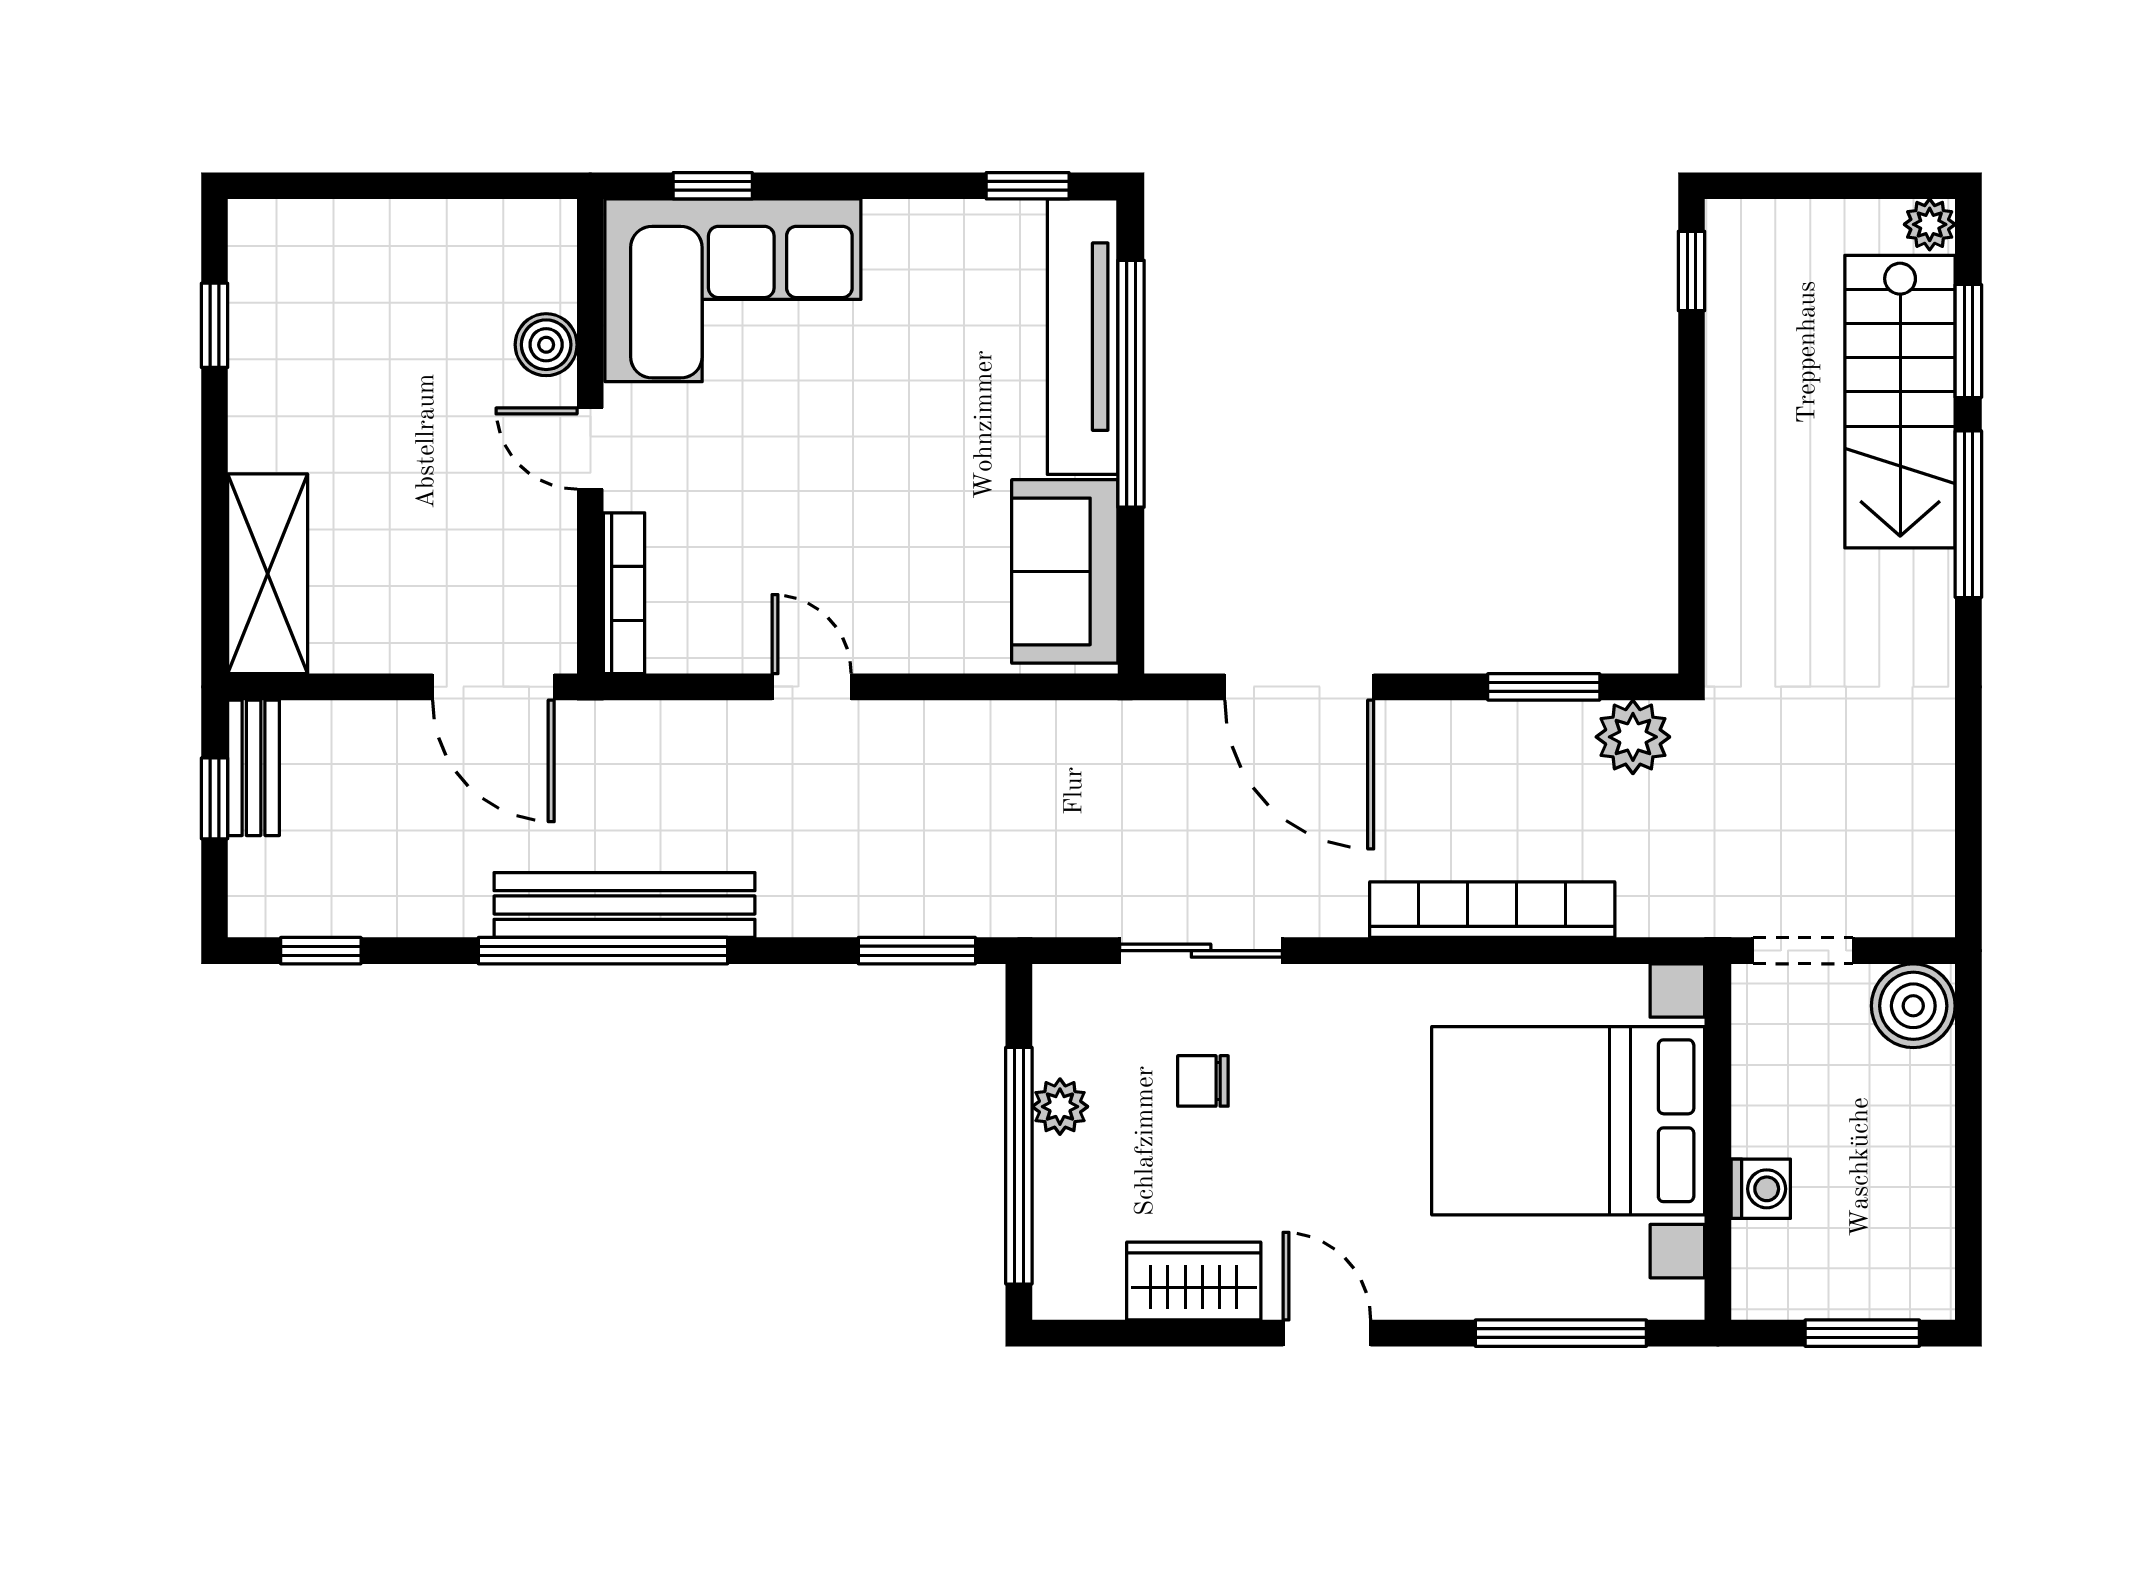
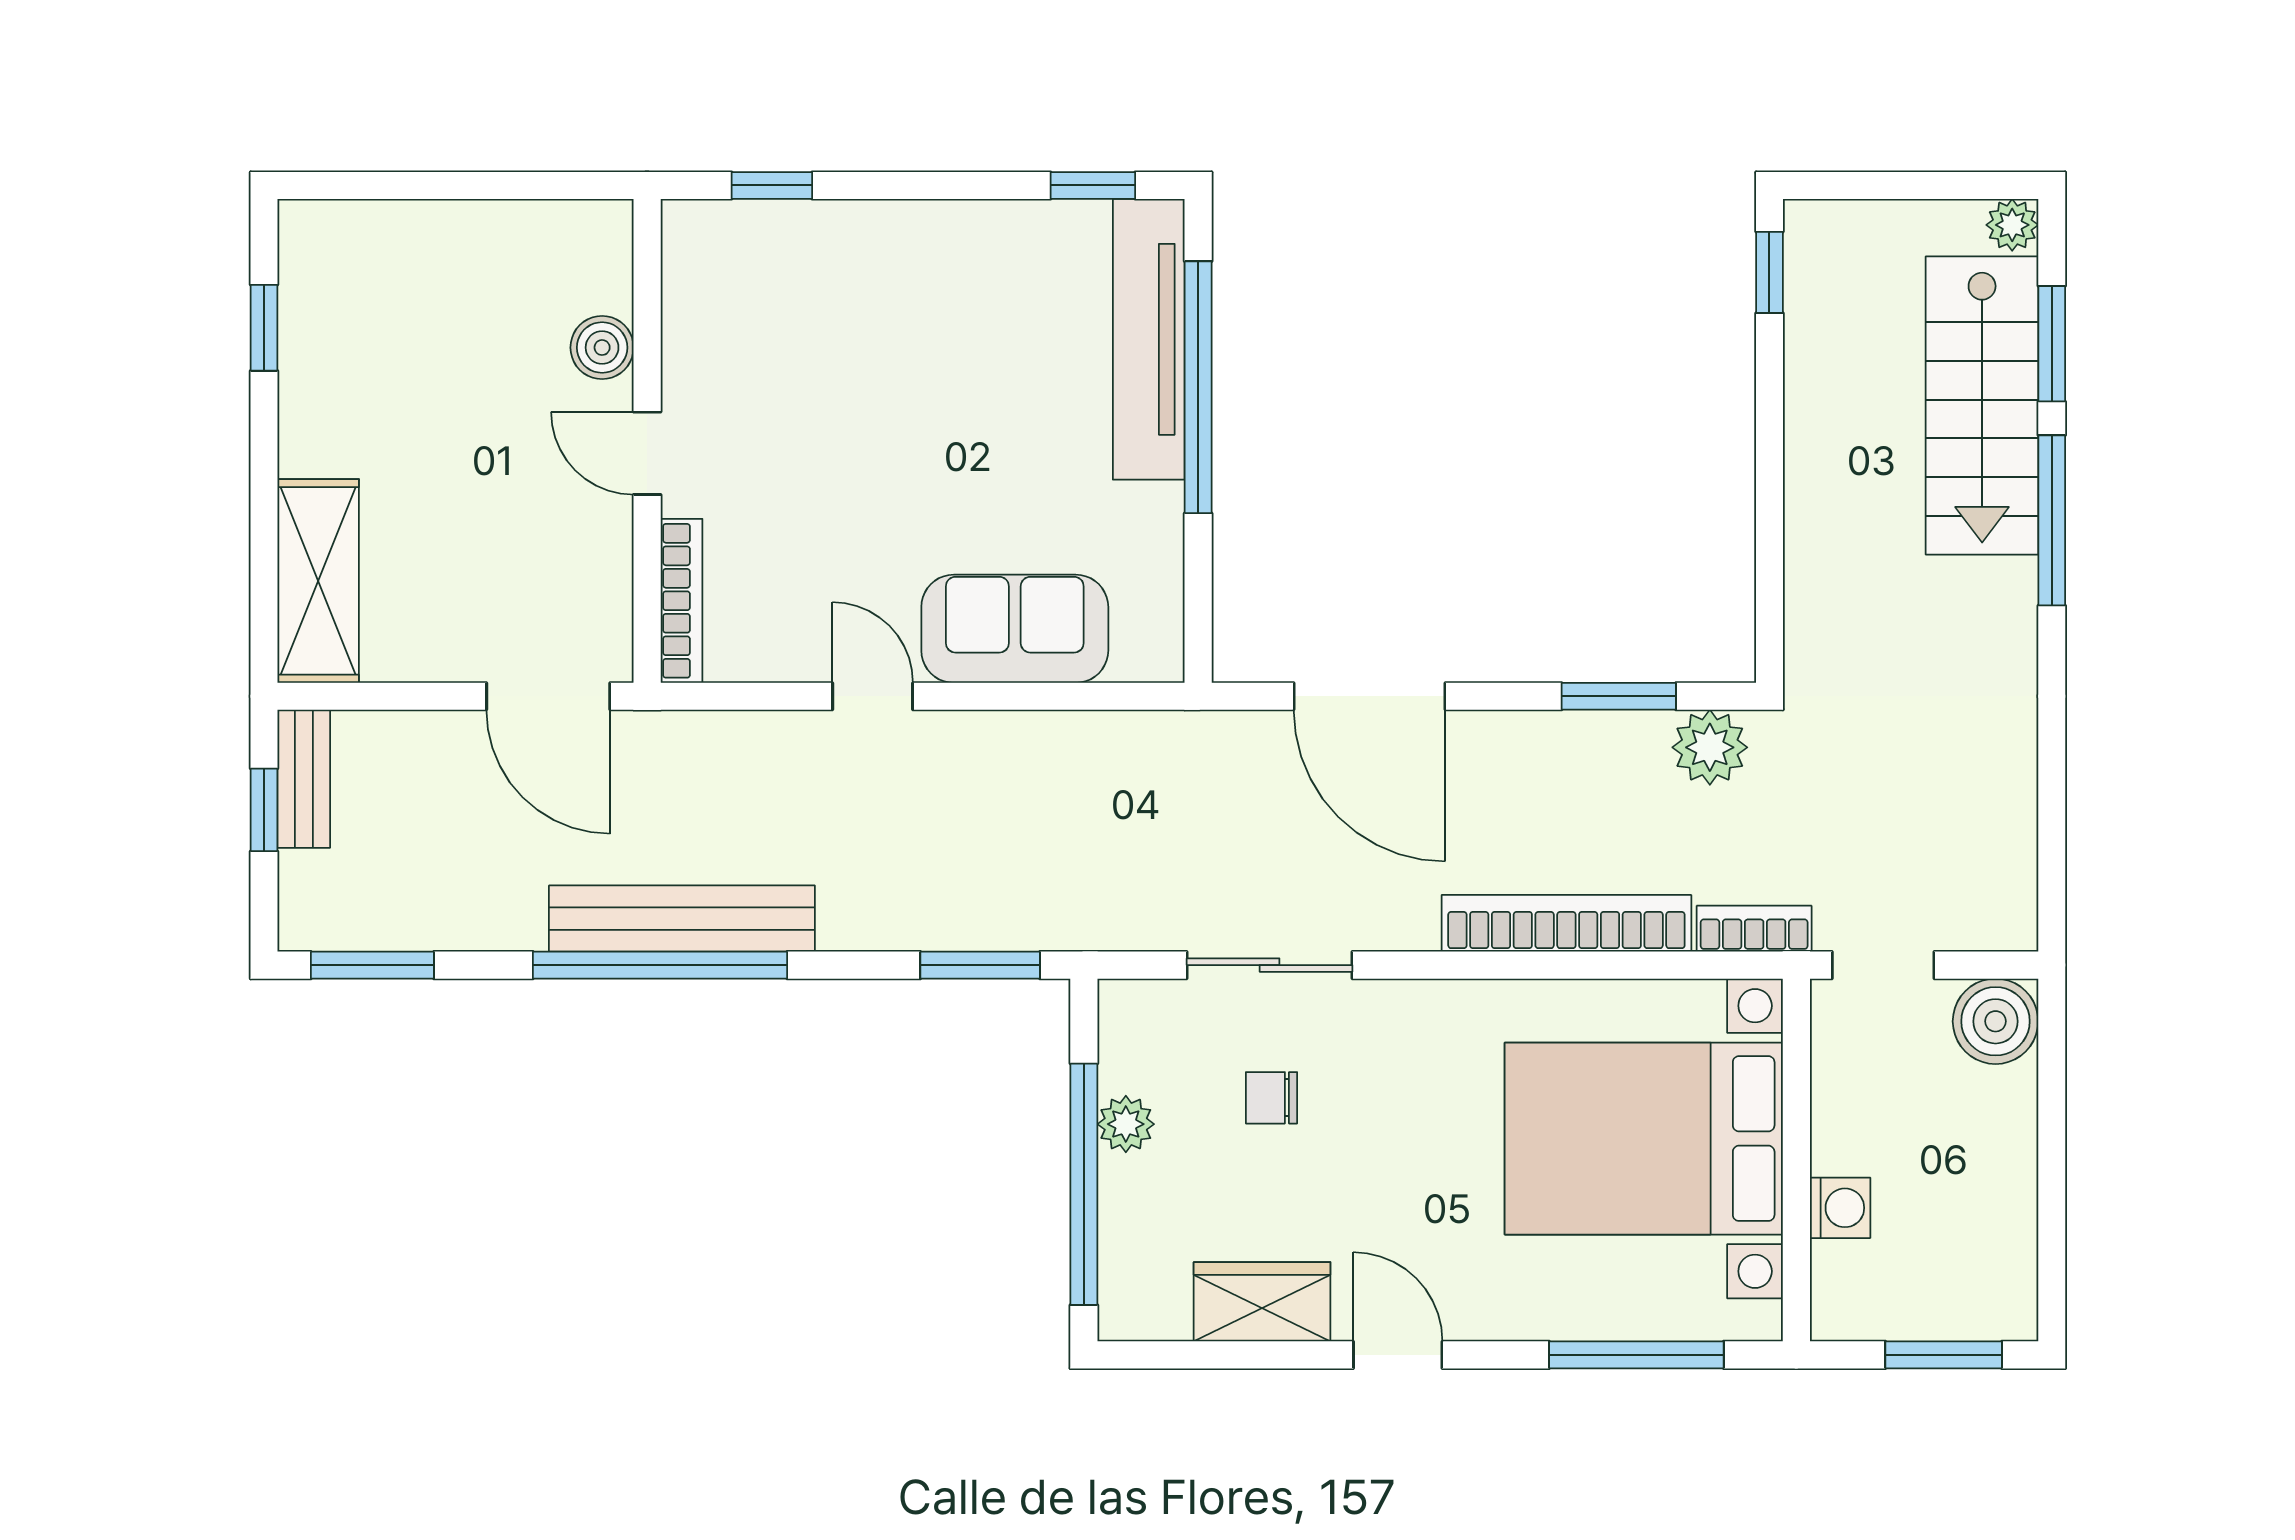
corner sofa: (733, 290) -> (792, 292), removed
sofa: (1065, 571) -> (1015, 629), moved, turned 90
bookcase: (1676, 915) -> (1754, 929), added
window: (321, 951) -> (372, 965), width x1.50

